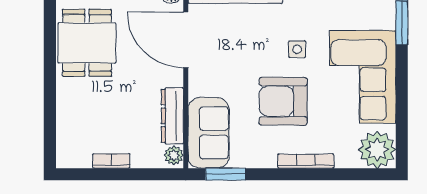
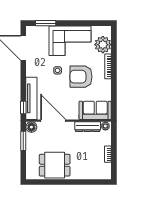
door: (186, 40) -> (53, 121), swing flipped
armchair: (283, 101) -> (81, 77), turned 90
plant: (377, 150) -> (103, 45), moved
window: (226, 174) -> (114, 103), removed

